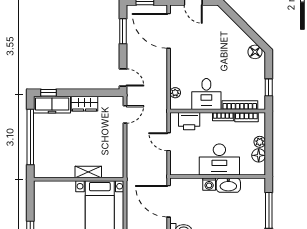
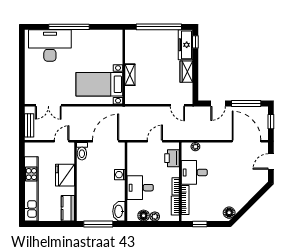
window: (123, 31) -> (246, 103), width x1.44
door: (169, 31) -> (246, 141), hinge flipped
door: (123, 77) -> (218, 103), moved
desk: (219, 159) -> (140, 188), width x0.73
washbasin: (228, 185) -> (119, 211), moved

